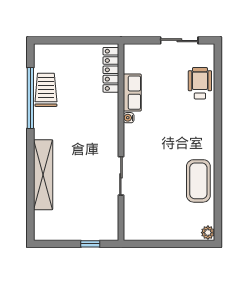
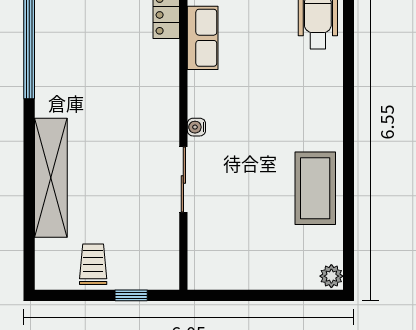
trolley: (46, 90) -> (93, 264), moved, width x0.73, depth x0.72
water cooler: (129, 118) -> (196, 127), moved

